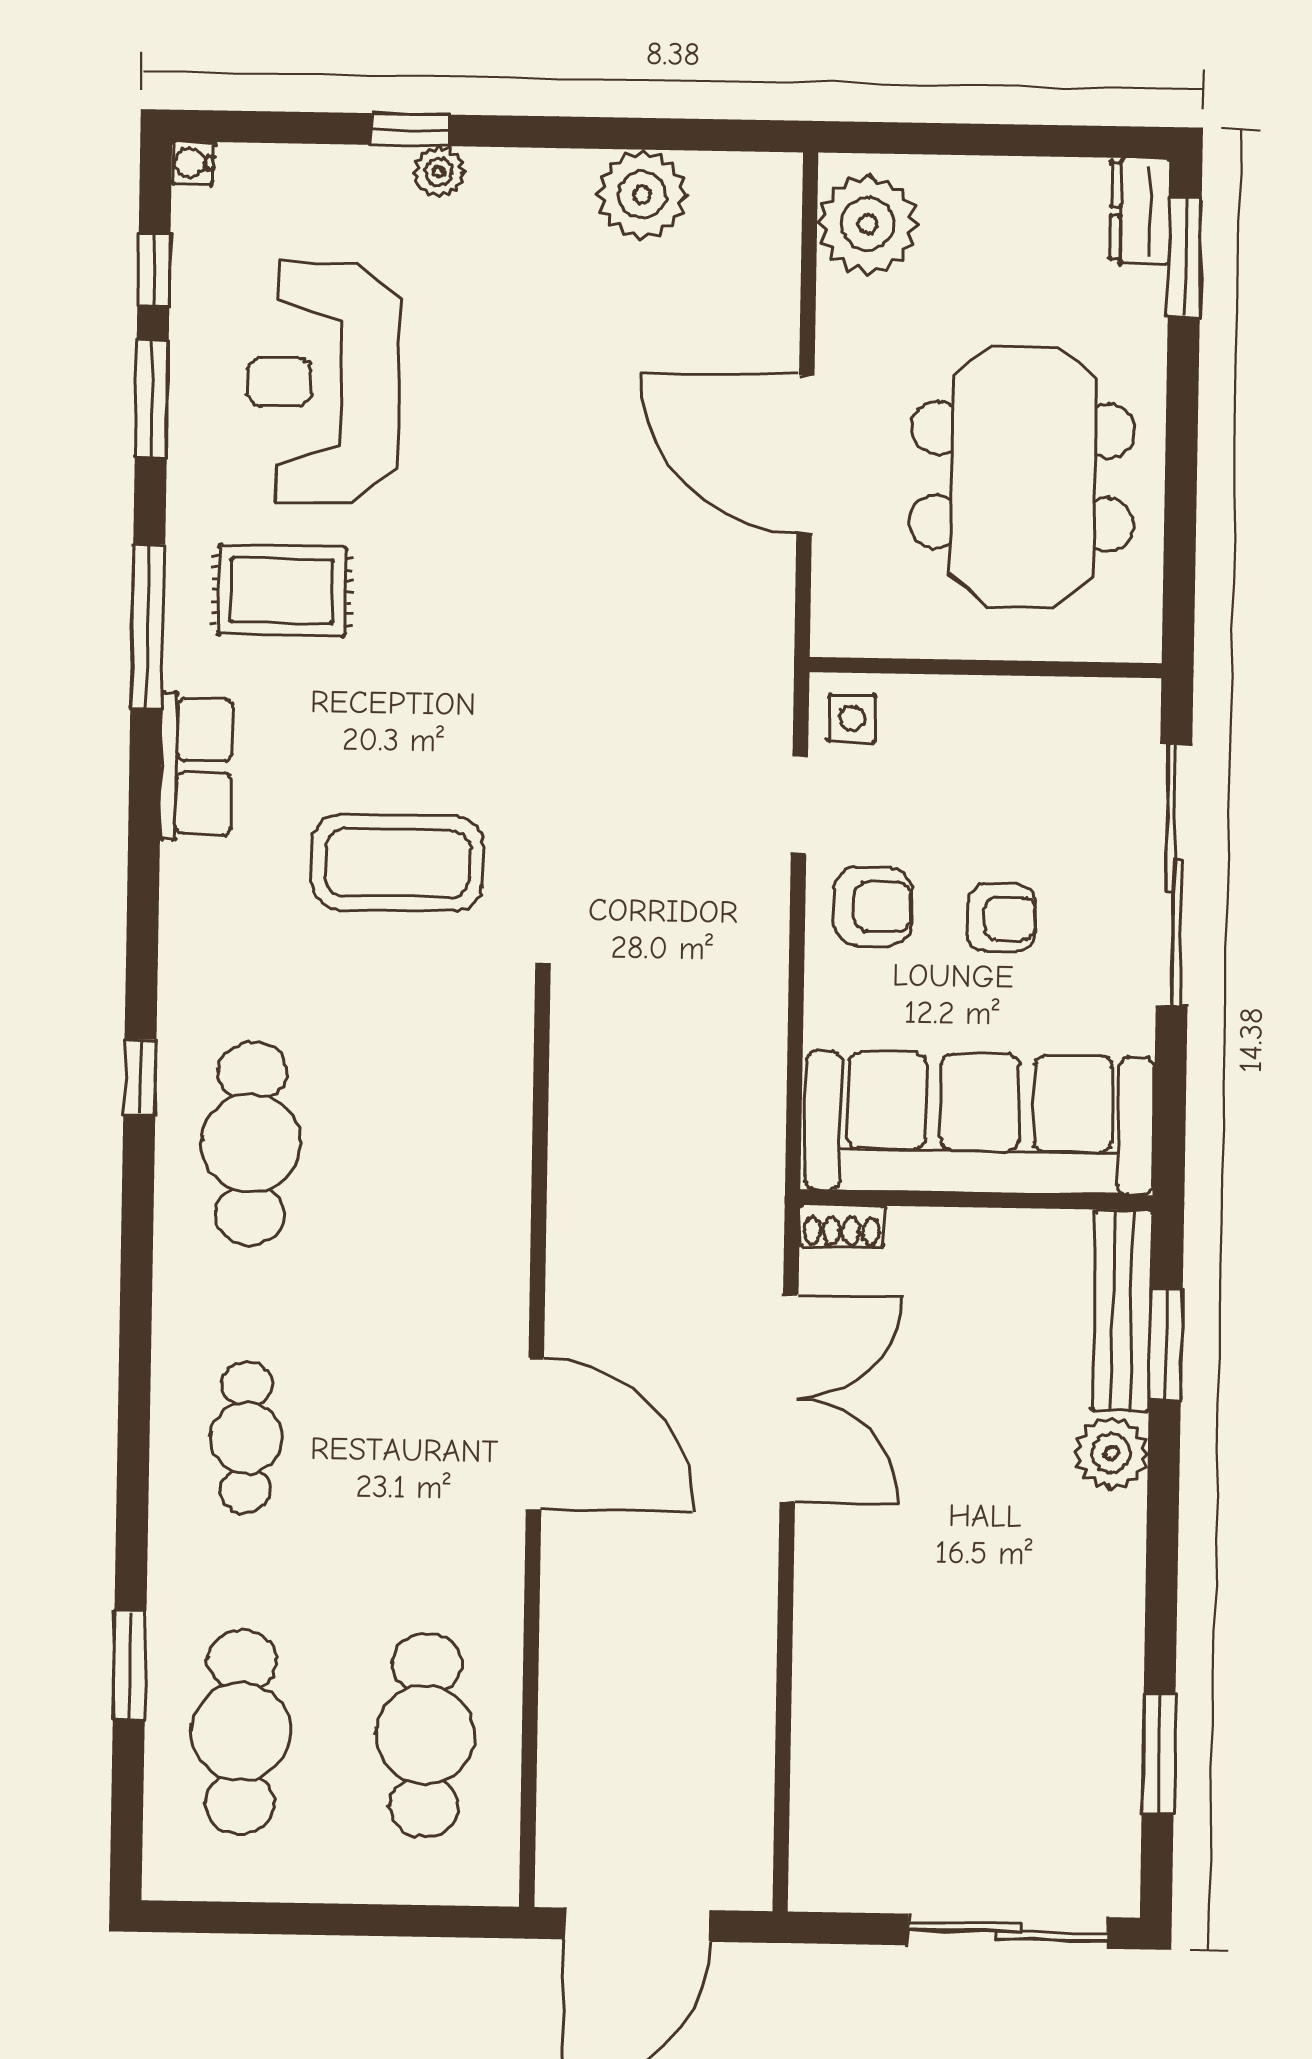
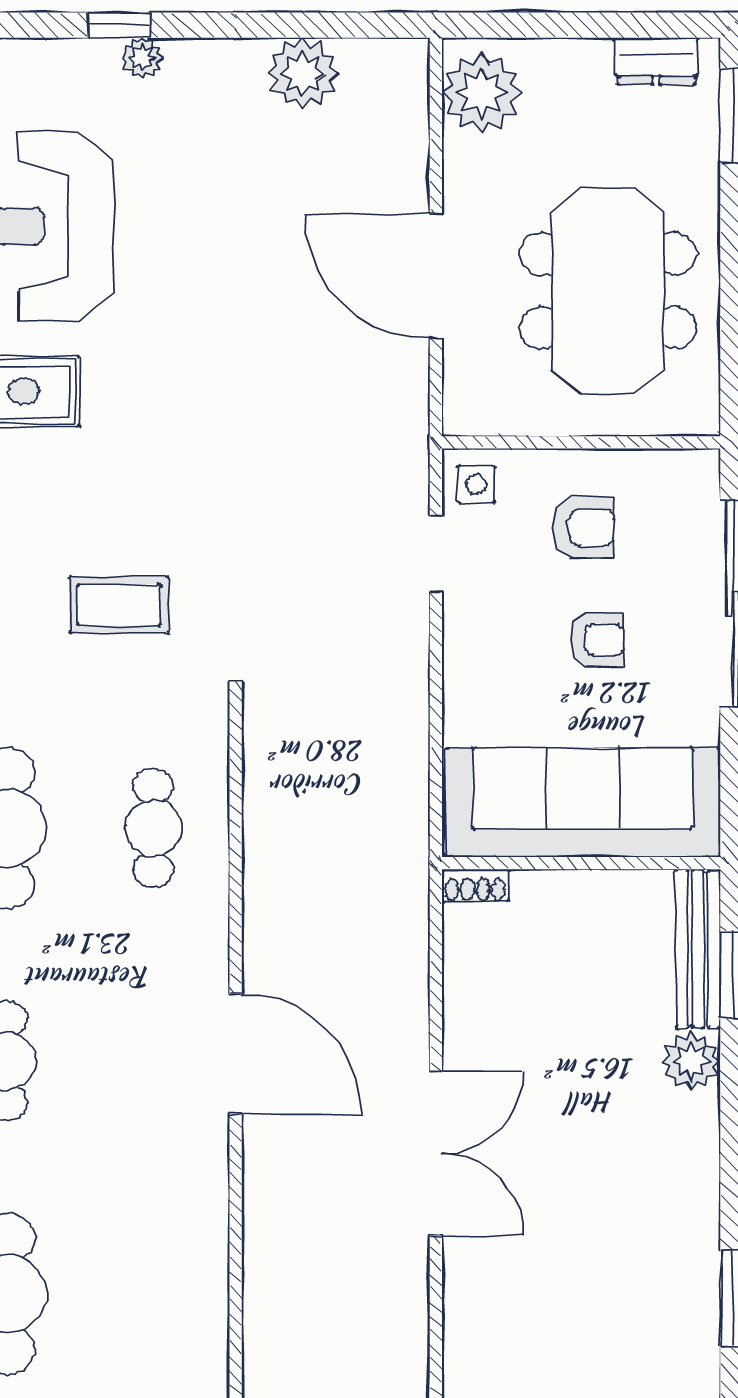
dresser: (1140, 211) -> (656, 61), moved, turned -90
coffee table: (397, 863) -> (119, 605), width x0.73, depth x0.76
armchair: (873, 907) -> (583, 527), moved
double door: (789, 1398) -> (436, 1154), moved
cafe table: (425, 1735) -> (153, 828), moved, width x0.73, depth x0.74

